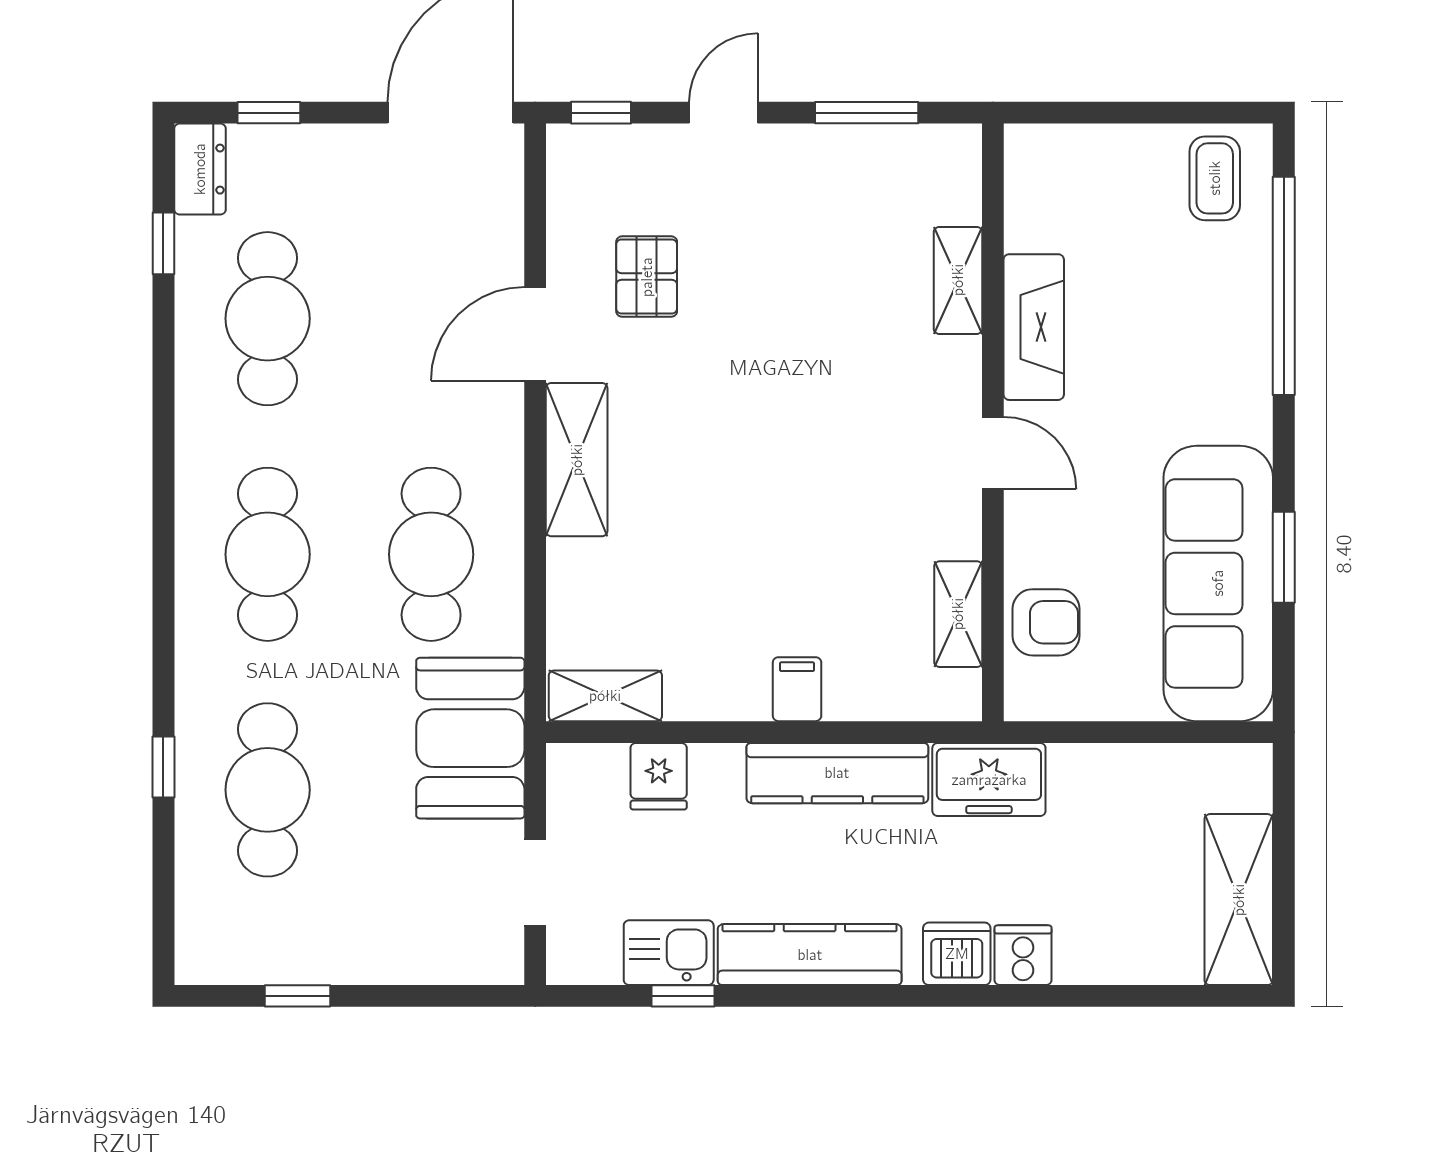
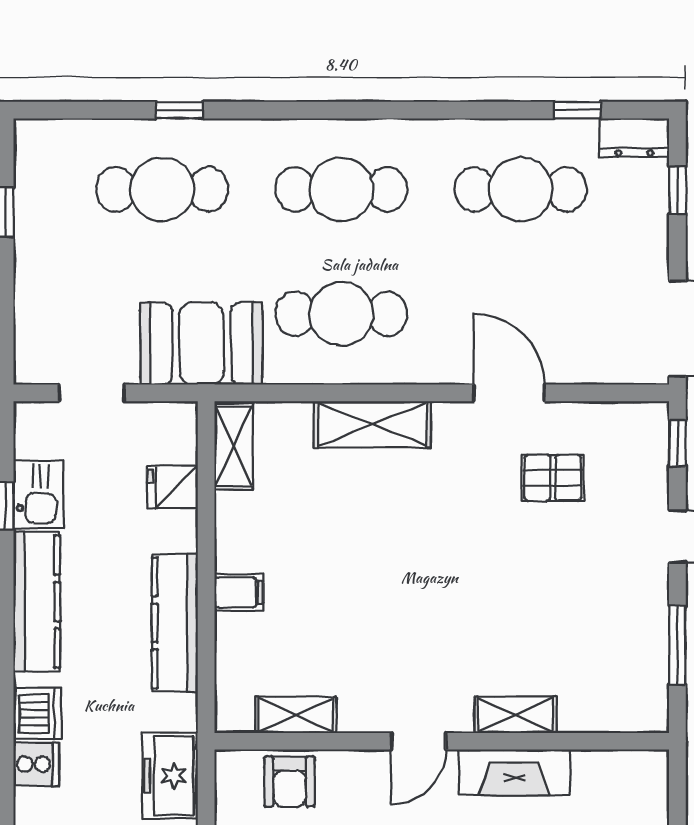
shelving: (958, 280) -> (515, 715), moved
shelving: (577, 460) -> (372, 424), moved
freezer: (989, 780) -> (170, 776), moved

